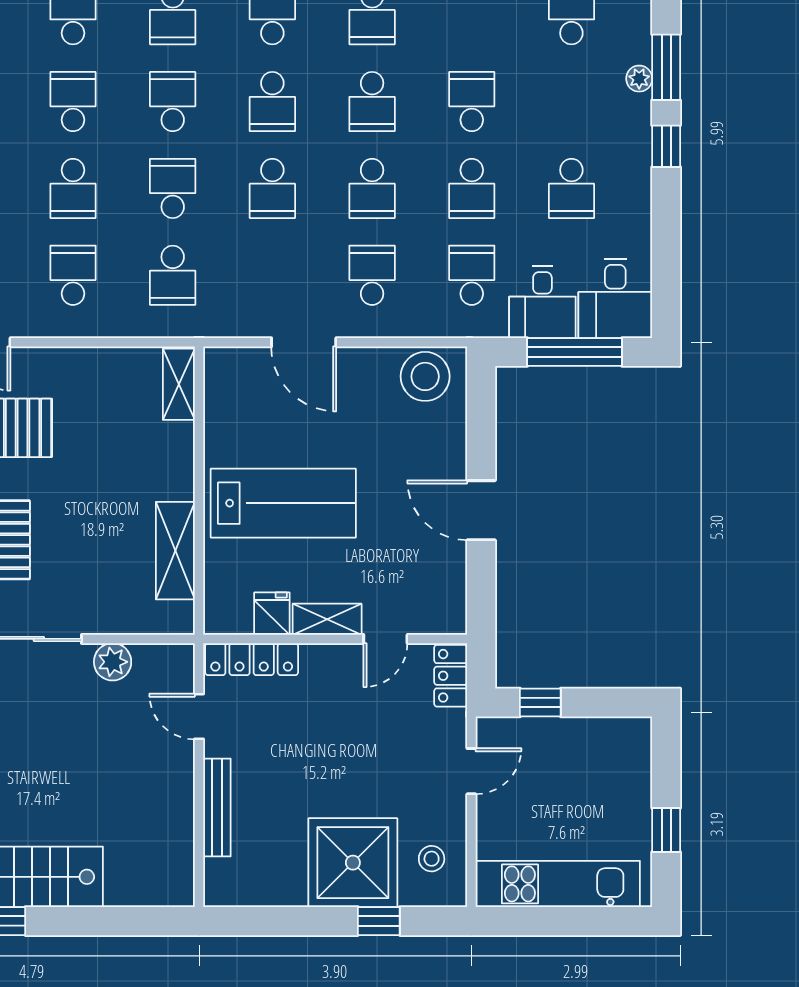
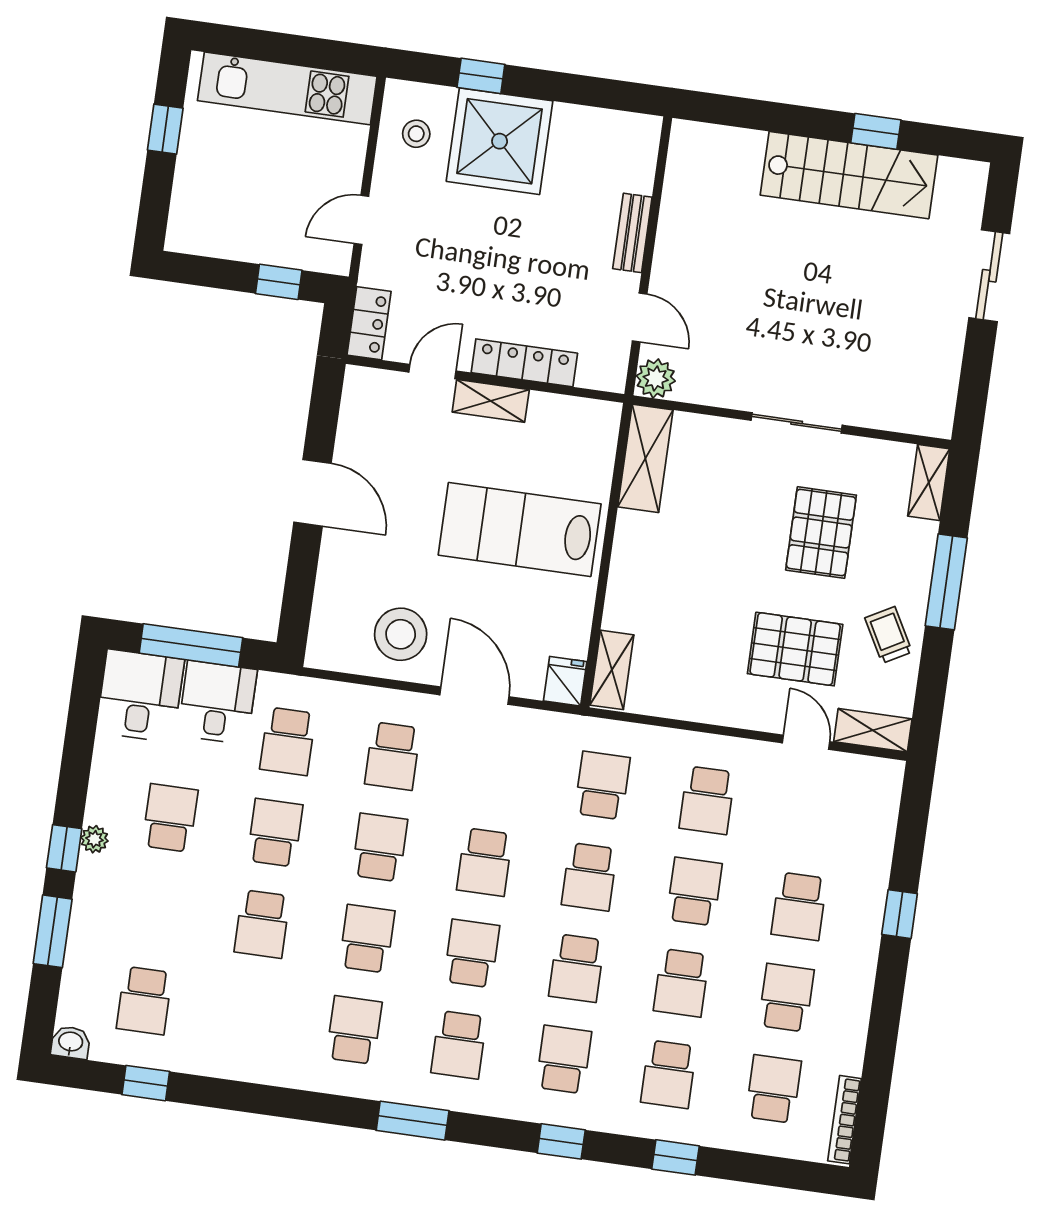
plant: (639, 79) -> (94, 839), moved
school desk: (272, 188) -> (485, 862), turned 180
stool: (425, 376) -> (401, 634), moved
shelving: (175, 551) -> (645, 458), moved
fridge: (272, 614) -> (565, 681), moved, turned 180
locker: (252, 659) -> (524, 363), moved
plant: (113, 662) -> (656, 378), moved
bench: (217, 808) -> (632, 233), width x0.73

